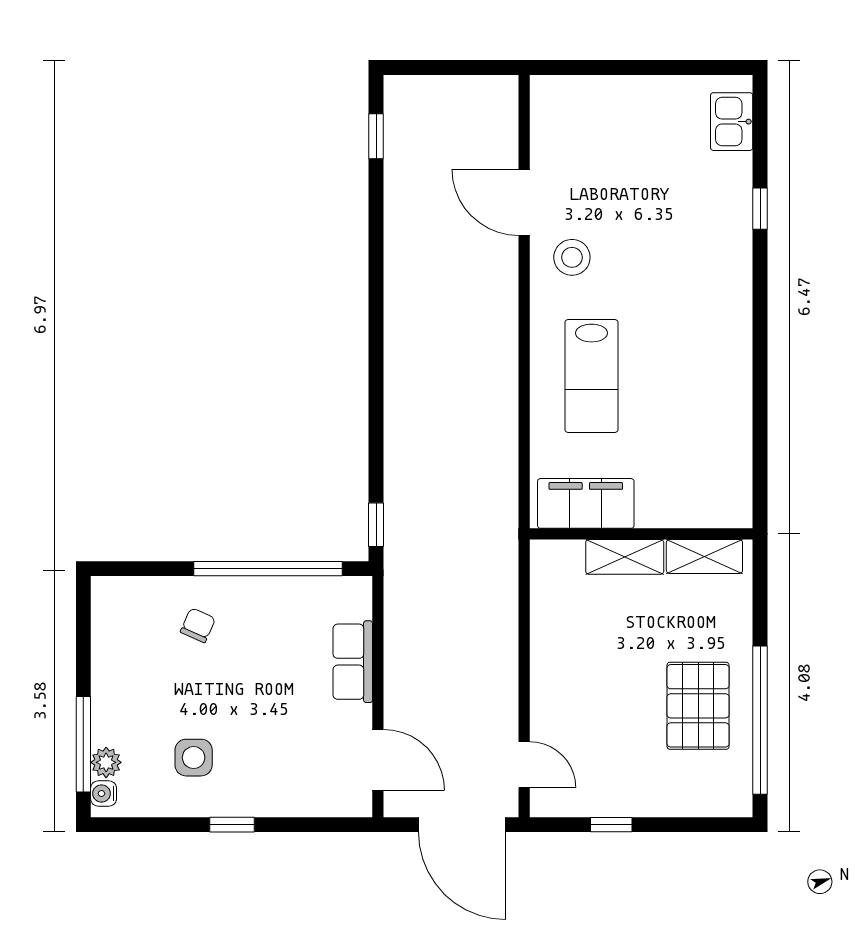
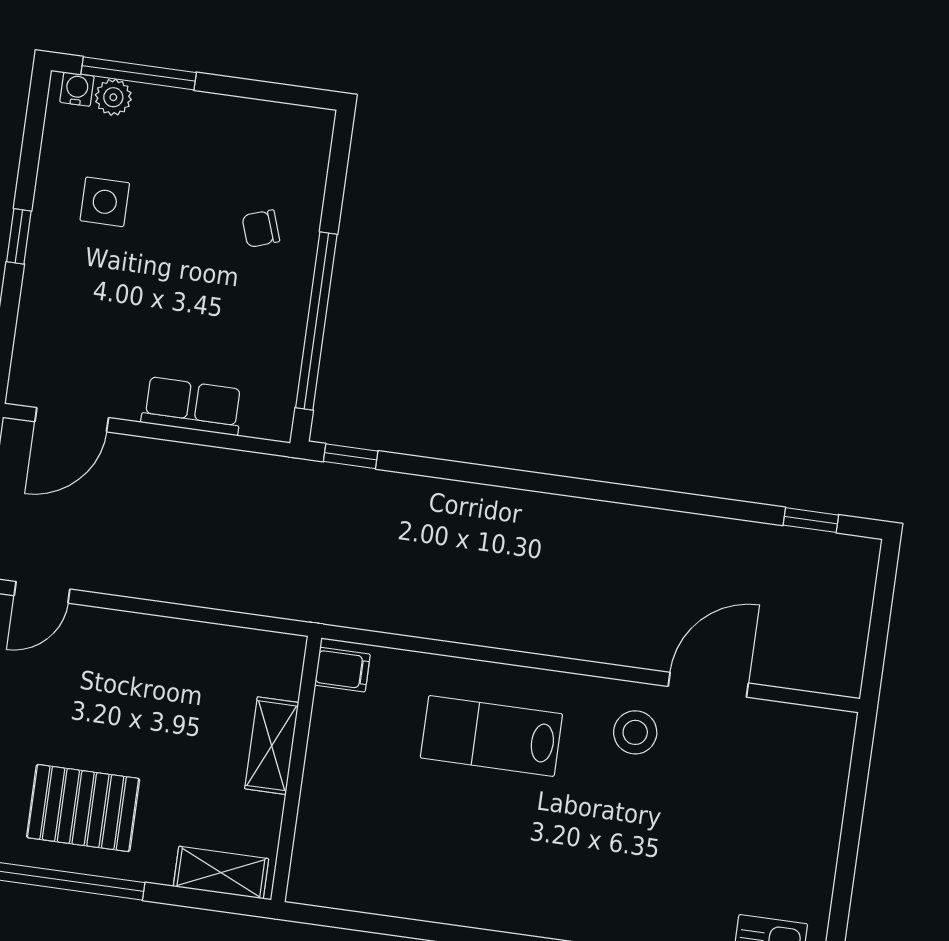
filing cabinet: (586, 503) -> (342, 670), width x0.33, depth x0.86
shelving: (704, 556) -> (221, 873), moved, turned 90
chair: (198, 625) -> (261, 229), turned 137

